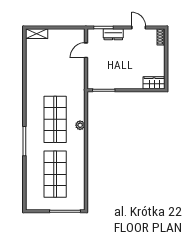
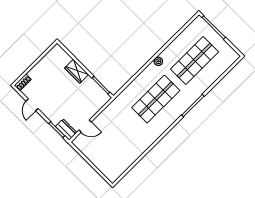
shelving: (37, 34) -> (108, 173), removed
dresser: (113, 34) -> (66, 129), moved
wardrobe: (154, 83) -> (77, 71), moved
plant: (80, 125) -> (158, 61), moved

